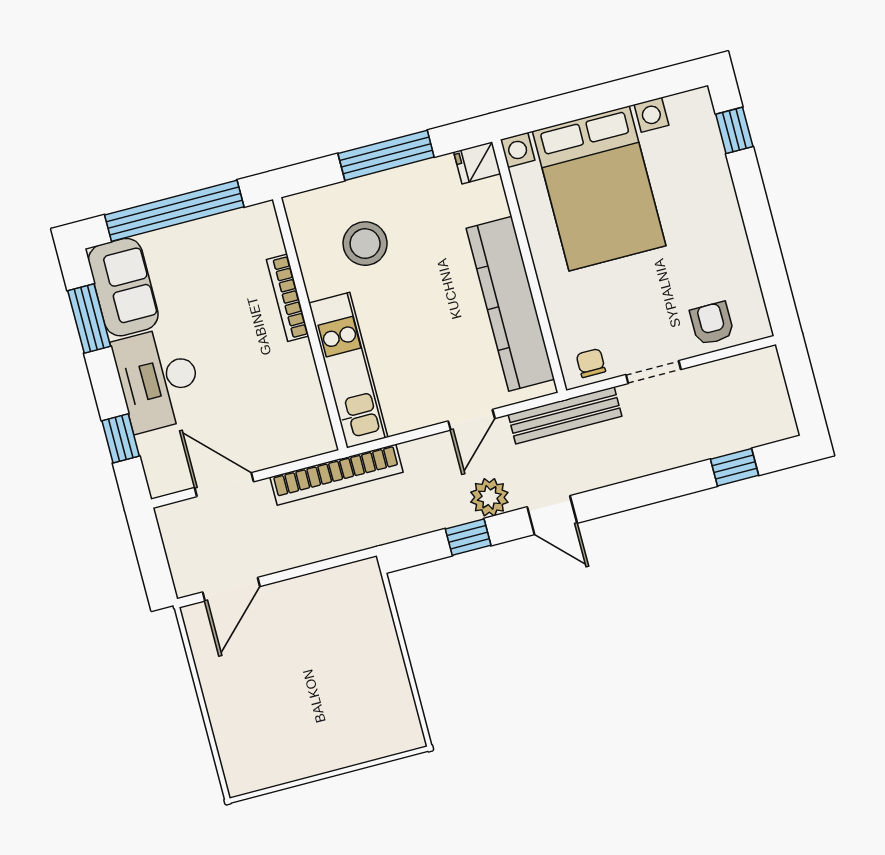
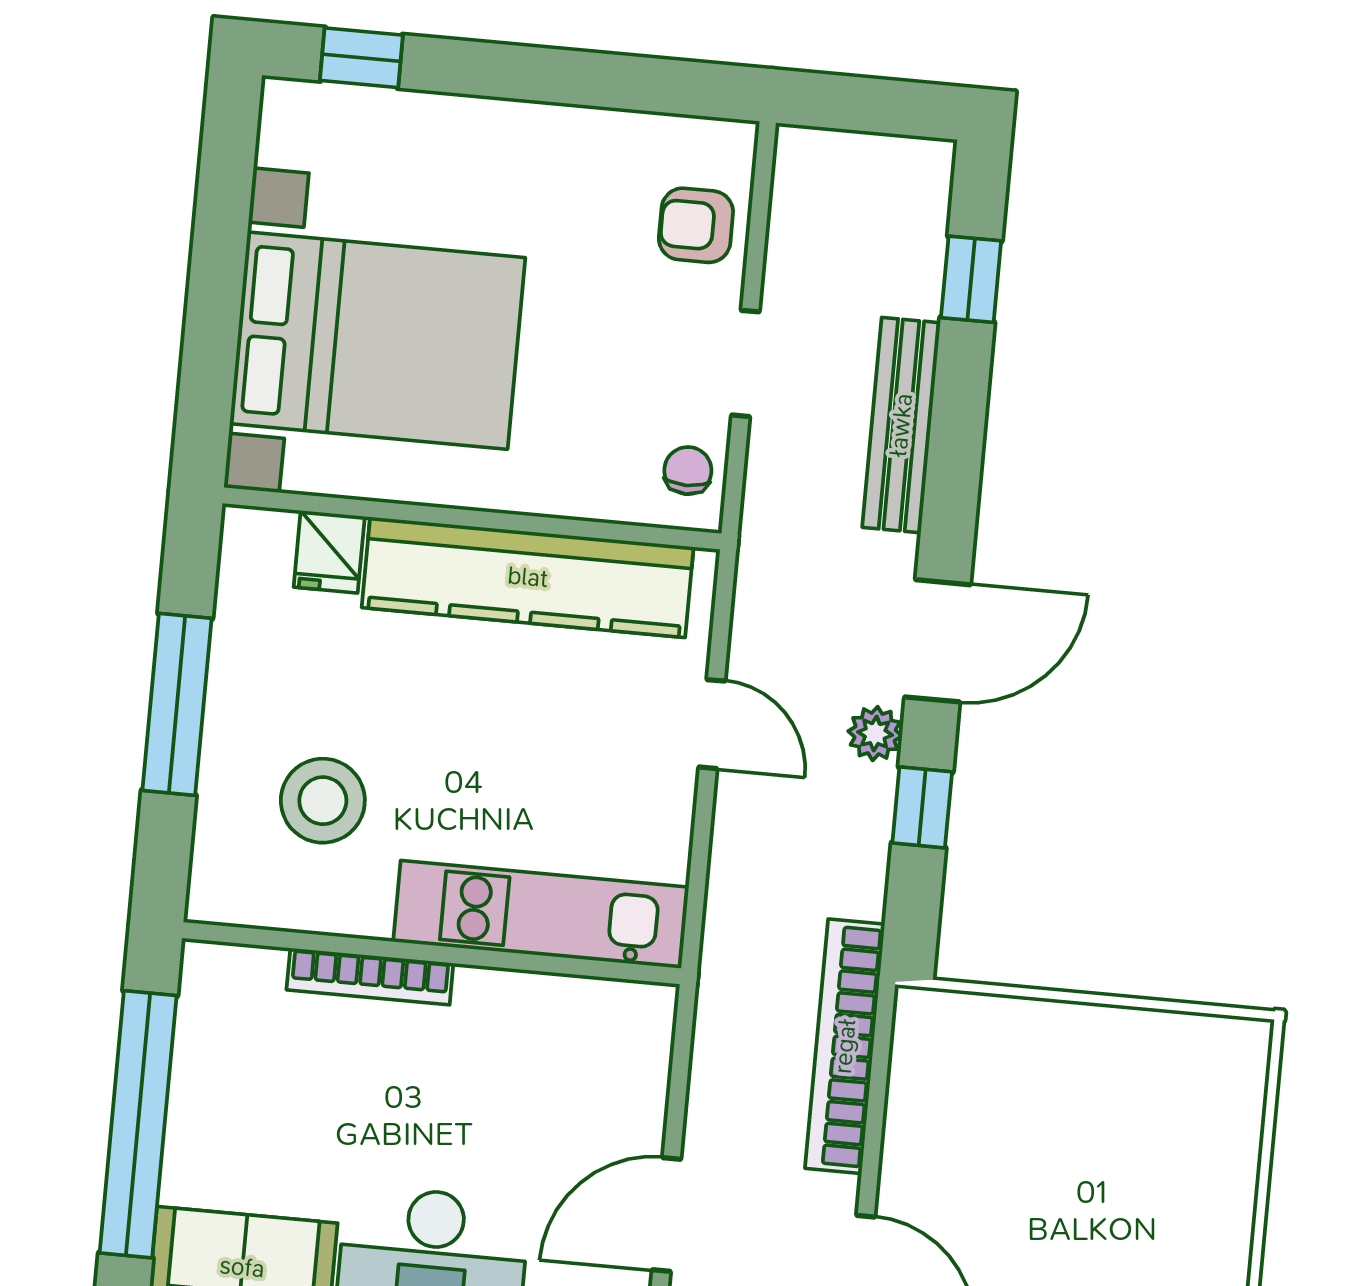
fridge: (477, 163) -> (329, 552), moved
chair: (591, 363) -> (688, 471), turned 90
bench: (565, 415) -> (901, 425), moved
bookcase: (337, 475) -> (845, 1046), moved, turned 180
plant: (489, 497) -> (875, 734), width x0.73, depth x0.73
door: (552, 515) -> (938, 641), width x1.38

